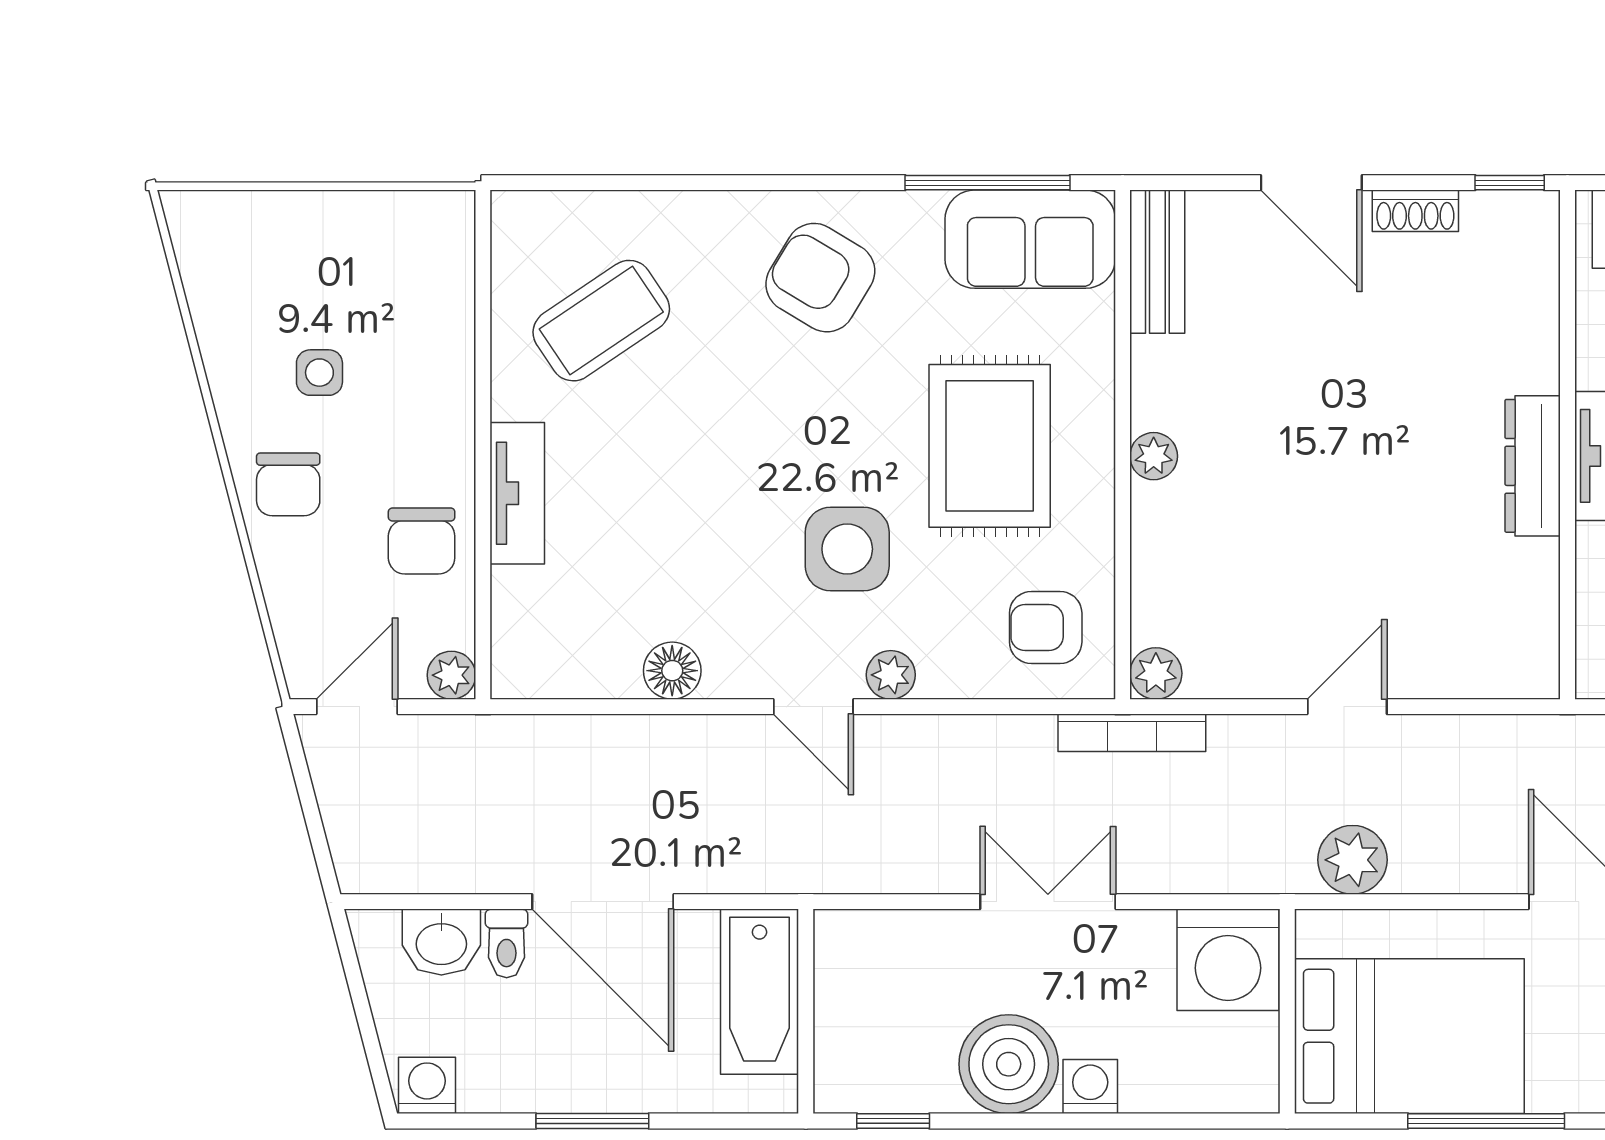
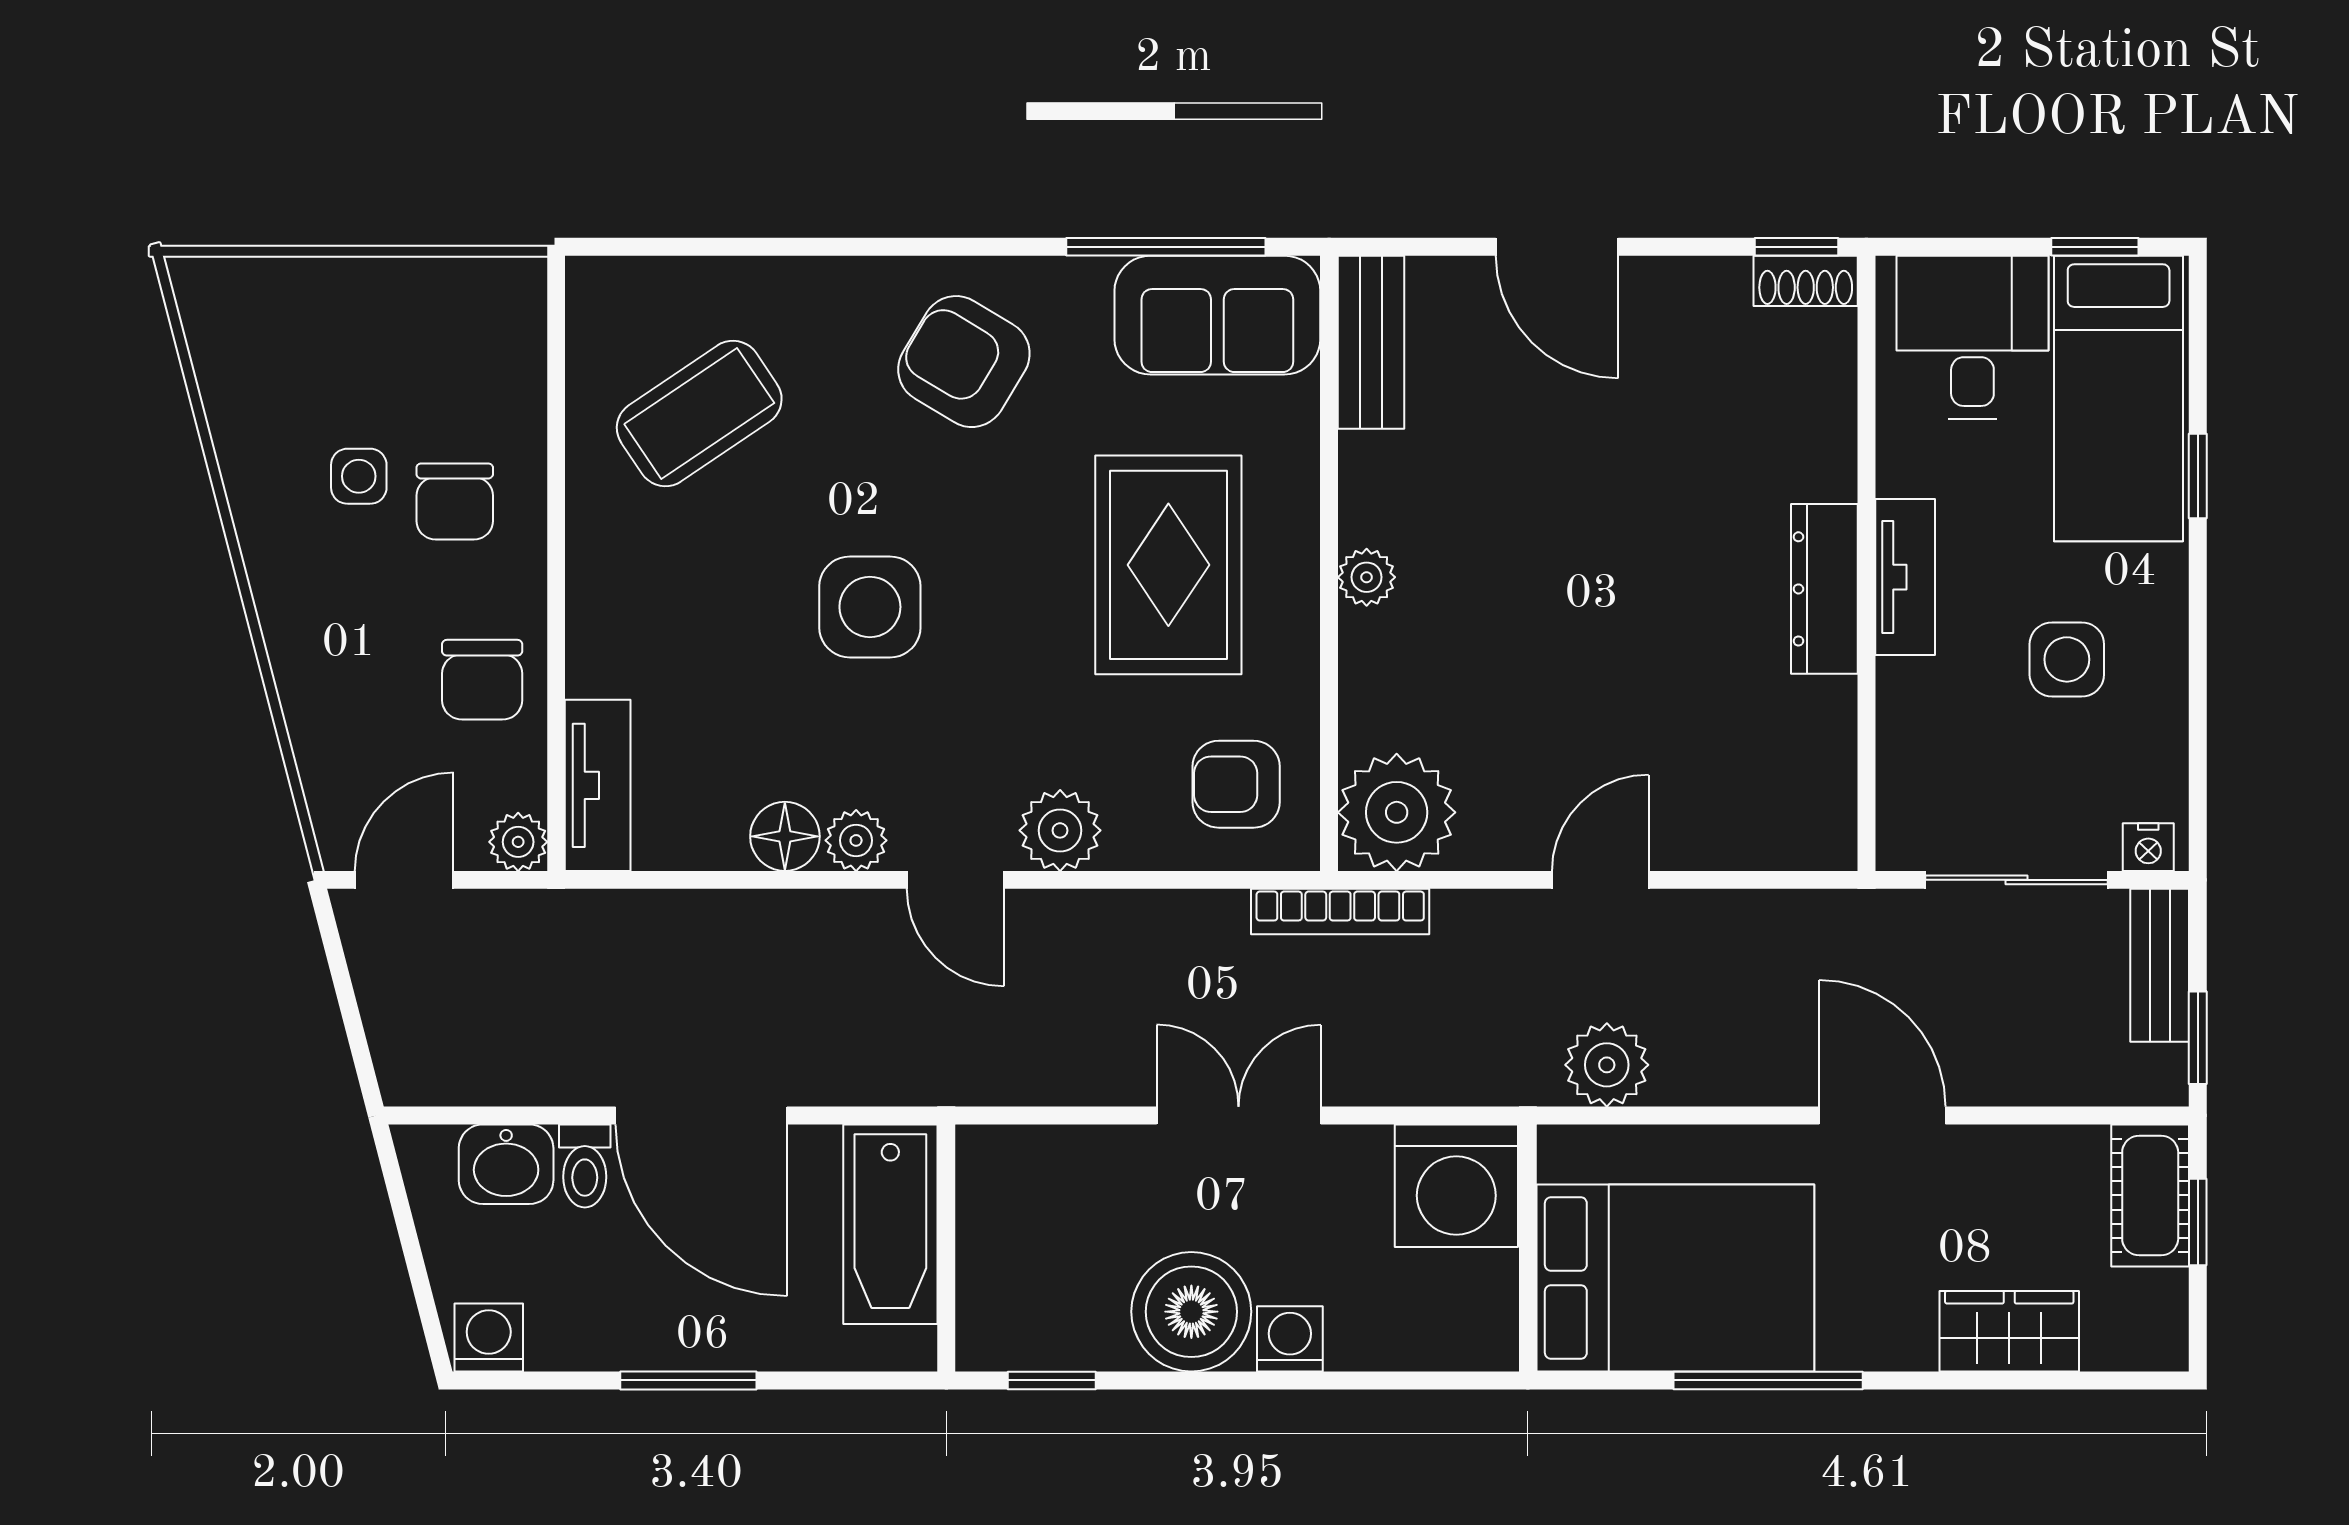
shoe rack: (1415, 211) -> (1806, 281), moved
chair: (288, 484) -> (455, 501), moved
tv unit: (517, 493) -> (598, 785), moved
side table: (847, 549) -> (870, 607), moved
plant: (1156, 673) -> (1397, 812), width x1.88, depth x1.88
plant: (731, 674) -> (856, 840), added
plant: (891, 675) -> (1060, 830), width x1.38, depth x1.38

